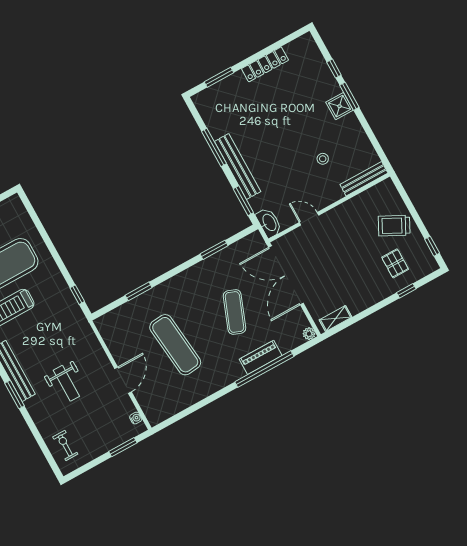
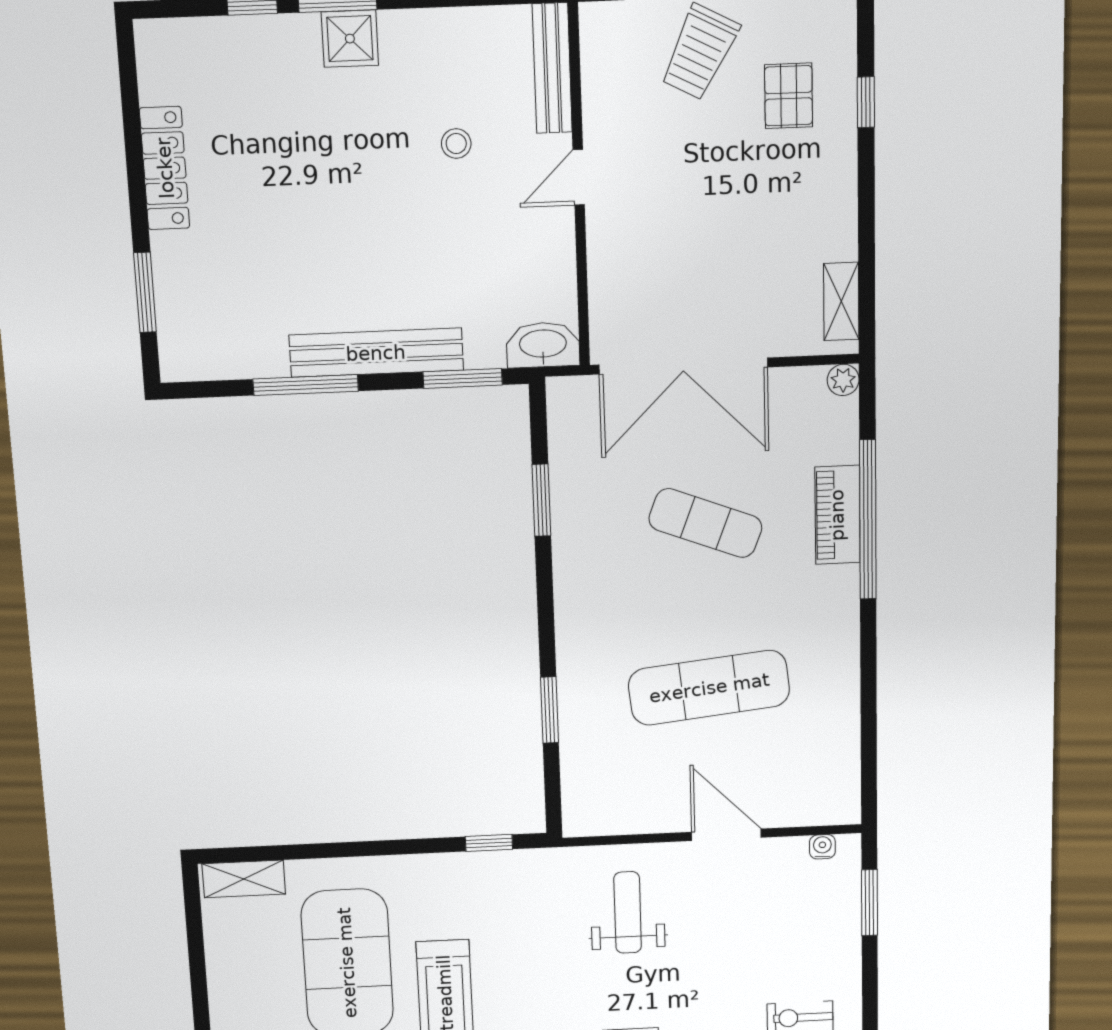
shelving: (20, 212) -> (244, 879), added
door: (309, 219) -> (579, 177), moved
pallet: (395, 263) -> (789, 96), turned 90
weight bench: (66, 383) -> (628, 912), moved, turned -90

